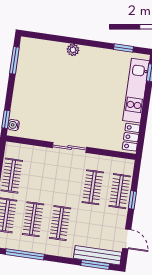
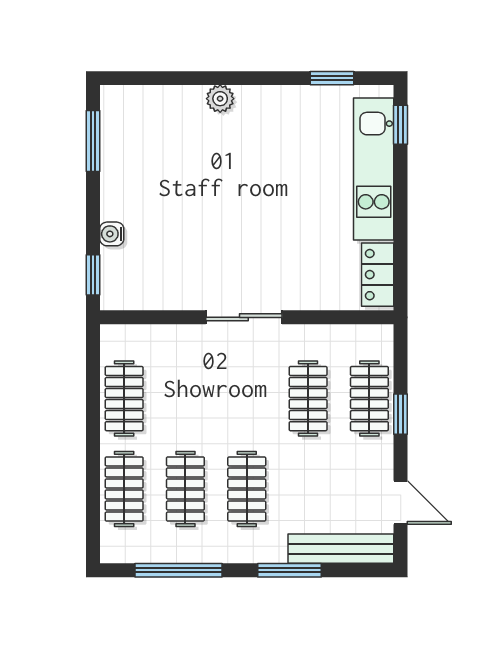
water cooler: (14, 125) -> (112, 234), moved
window: (95, 265) -> (289, 570), moved

